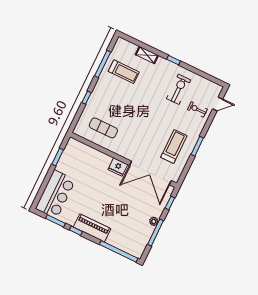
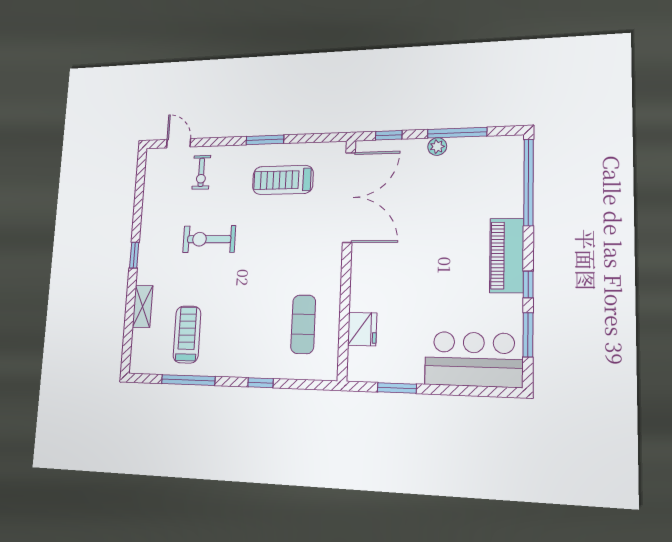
exercise bike: (179, 89) -> (209, 239), moved
fridge: (118, 167) -> (362, 329), moved

